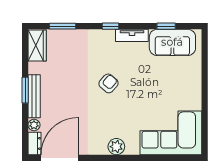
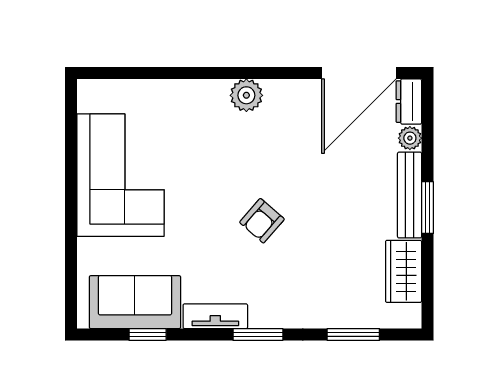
window: (110, 26) -> (258, 334), width x1.50
wardrobe: (37, 46) -> (404, 271), moved
corner sofa: (171, 133) -> (121, 175), moved, turned -90

